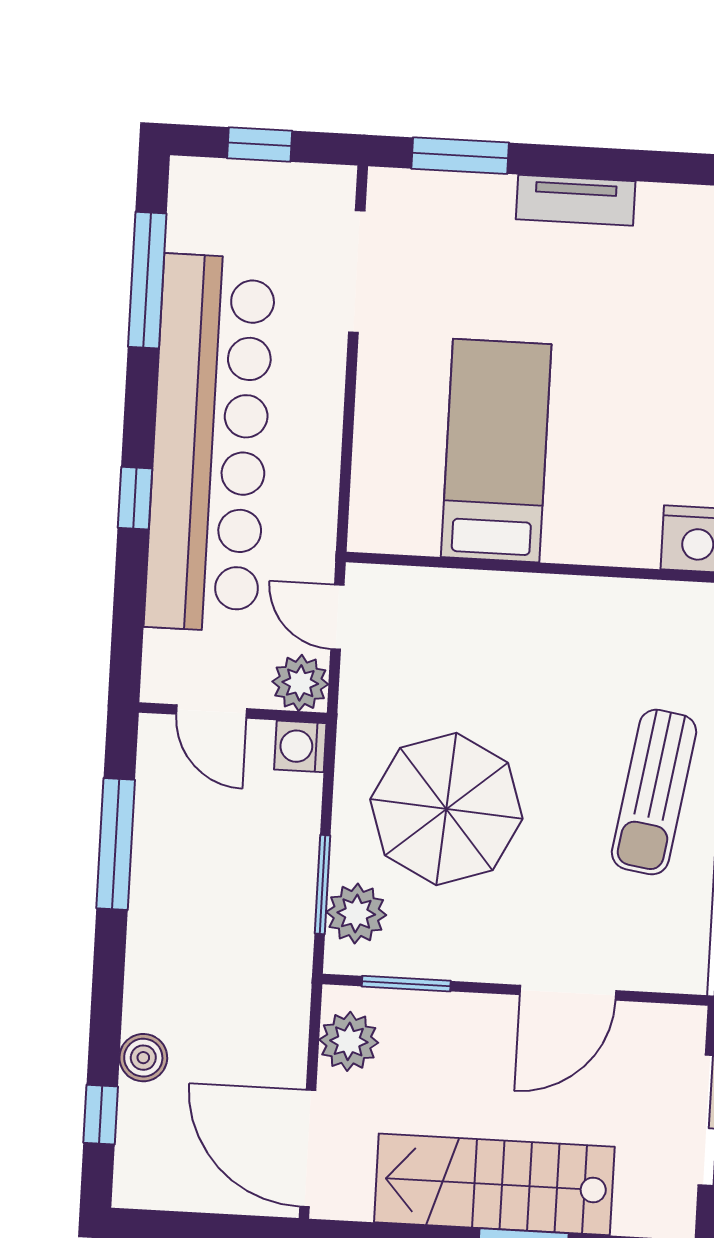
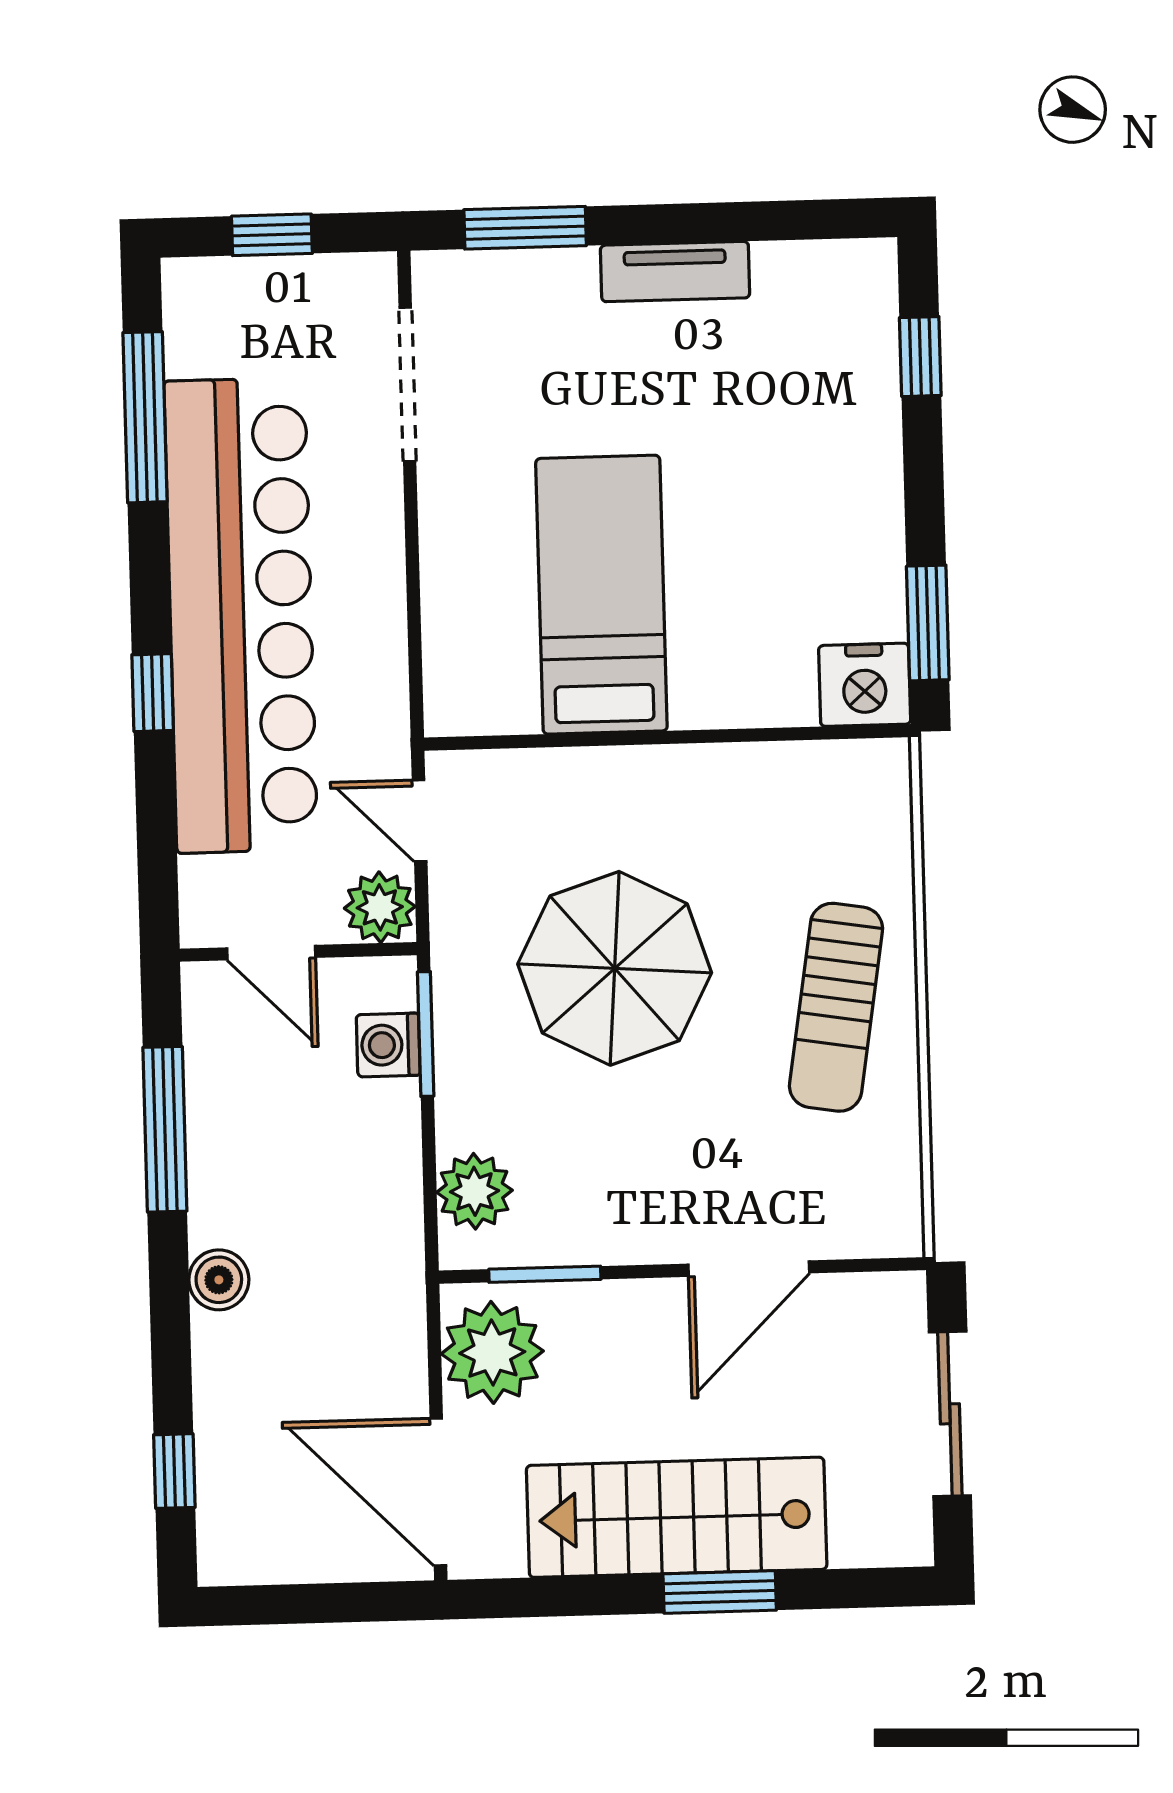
washing machine: (300, 746) -> (388, 1045), moved
parasol: (446, 809) -> (615, 968), moved
window: (323, 885) -> (426, 1034), moved
plant: (349, 1041) -> (492, 1352), width x1.36, depth x1.36
boiler: (143, 1058) -> (219, 1280), moved

